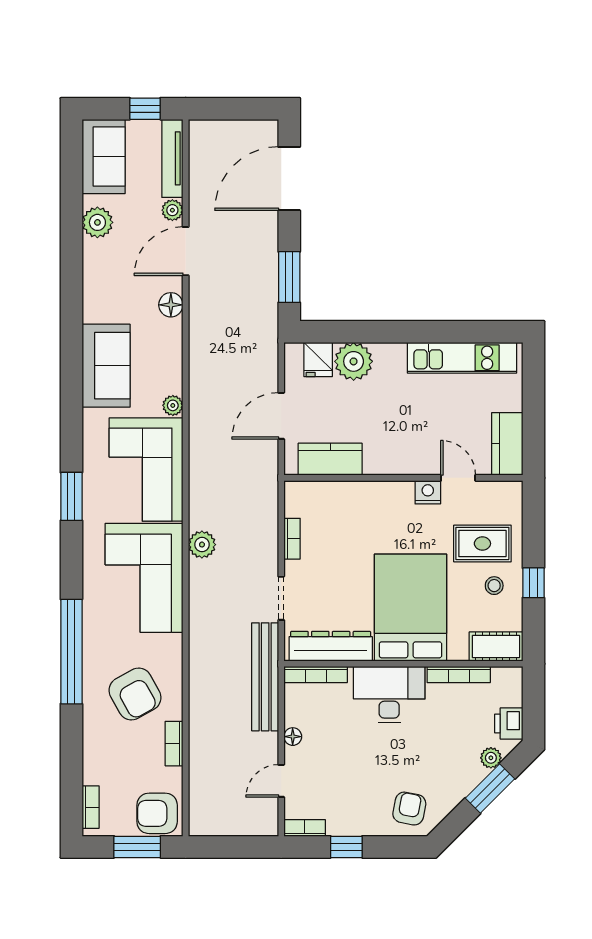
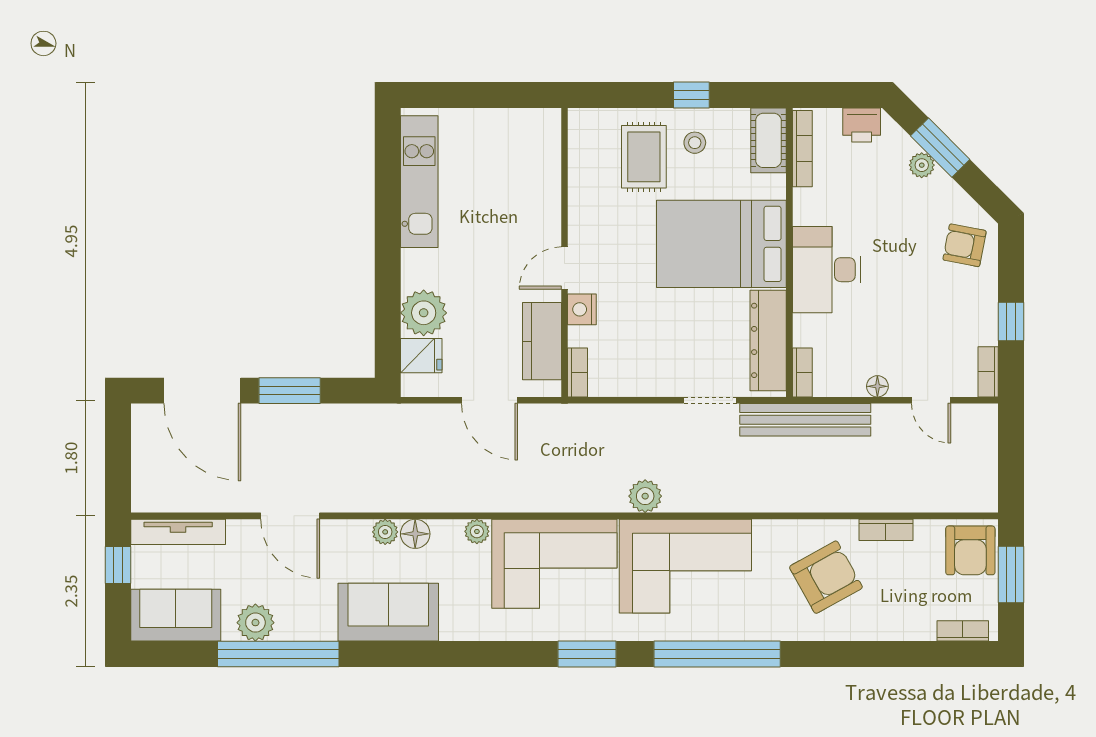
plant: (172, 210) -> (385, 532), moved
window: (71, 241) -> (278, 654), added
window: (289, 277) -> (290, 391), moved
floor lamp: (171, 305) -> (415, 534), moved
sofa: (106, 366) -> (388, 612), moved
kitchen counter: (507, 444) -> (523, 127), removed
door: (458, 478) -> (564, 268), moved
nightstand: (428, 492) -> (582, 309), moved
bookcase: (292, 539) -> (578, 372), moved, turned 90
window: (71, 652) -> (717, 654), moved
bookcase: (316, 674) -> (802, 373), width x0.64
bookcase: (459, 674) -> (802, 149), moved
plant: (491, 758) -> (922, 165), moved

